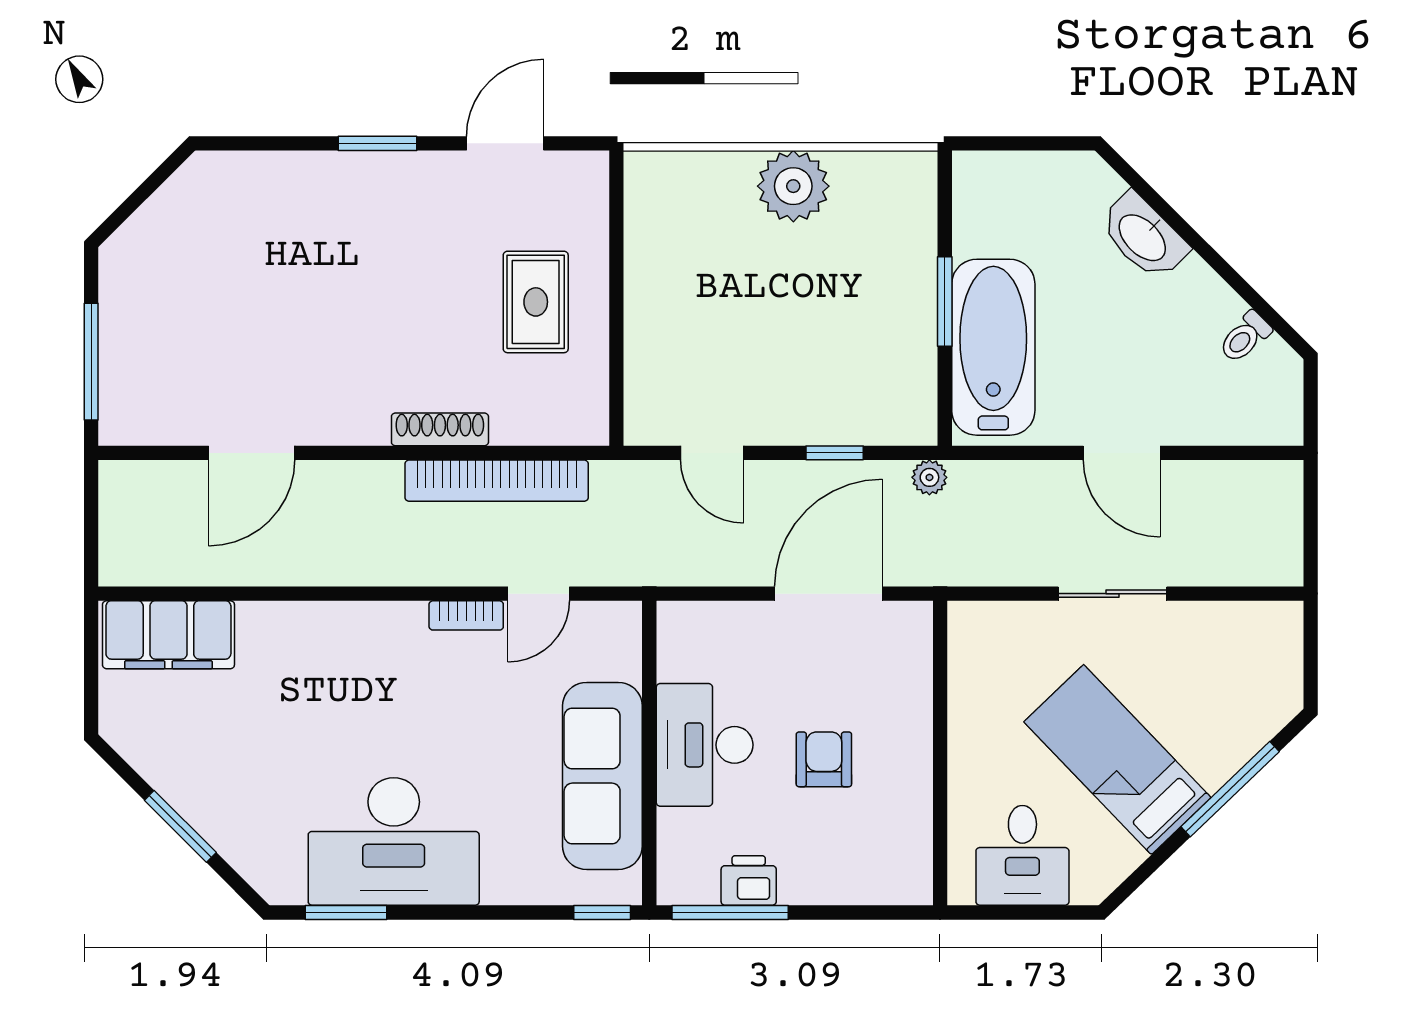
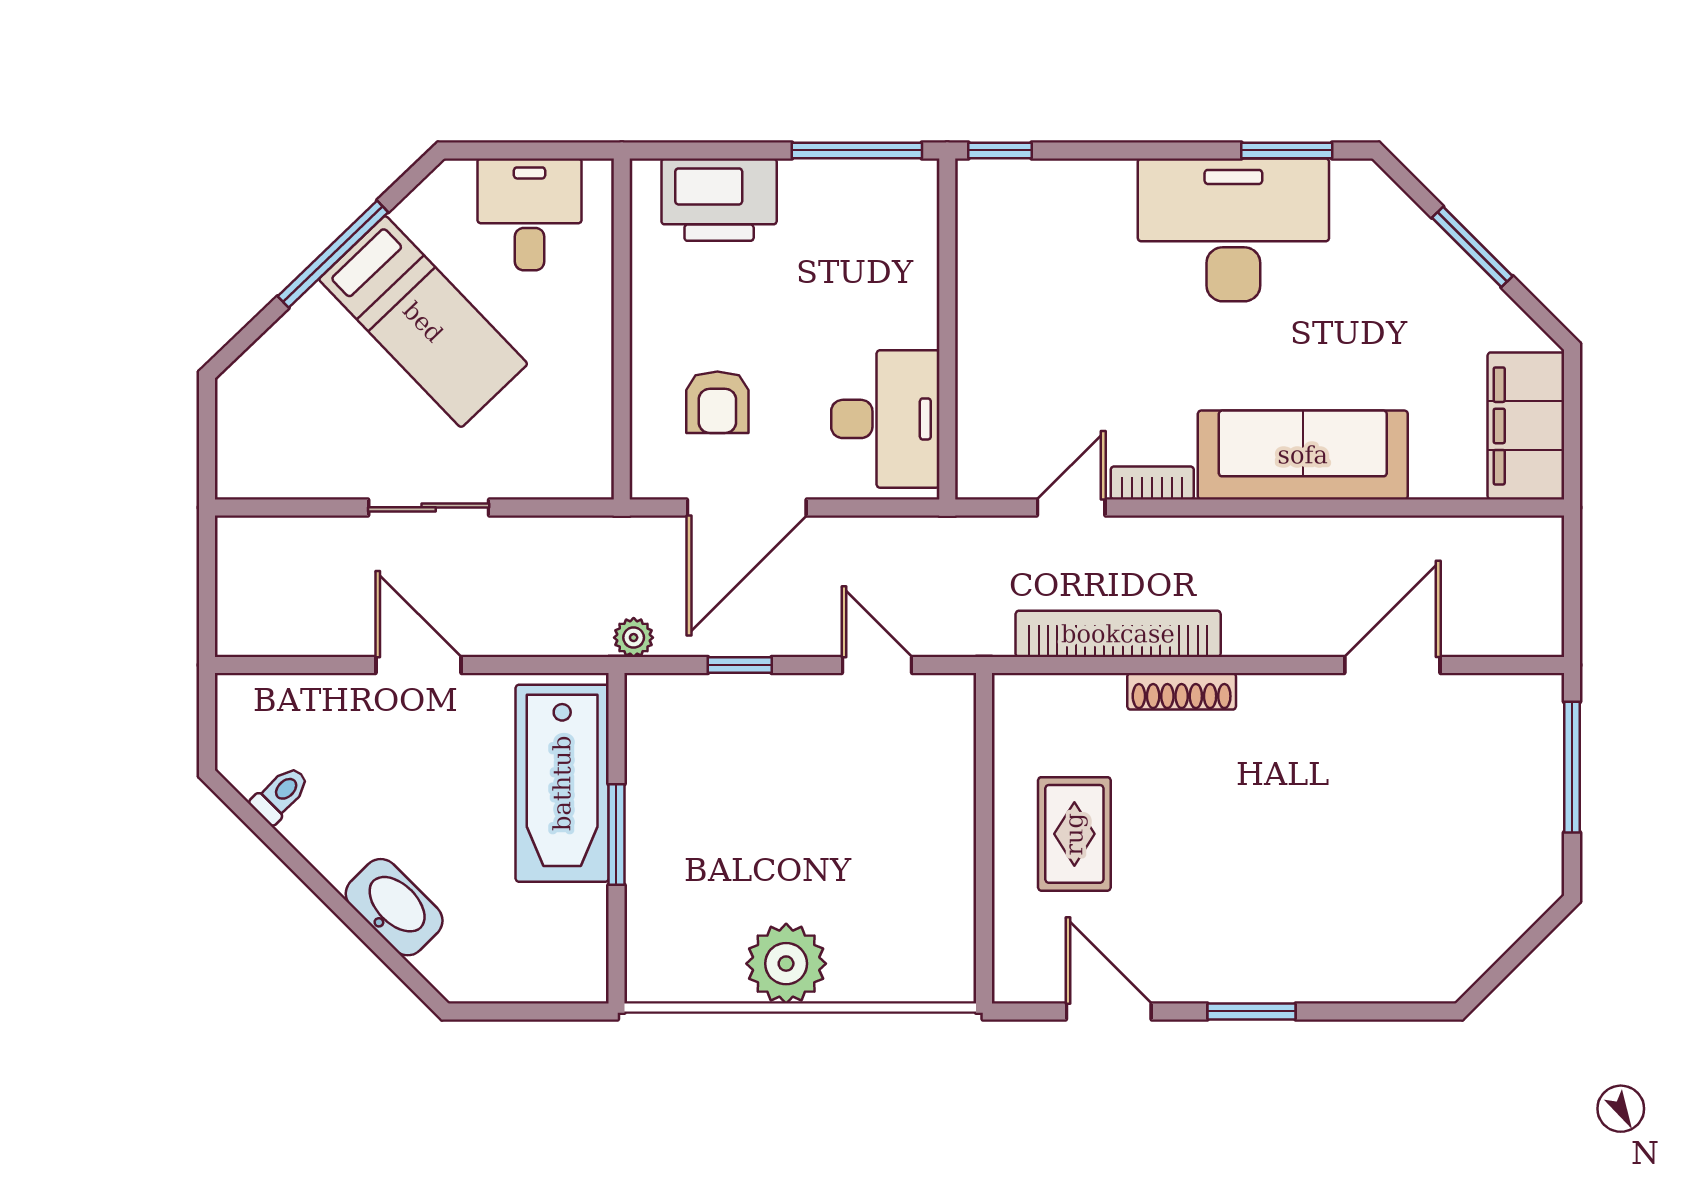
door: (505, 143) -> (1109, 1011), swing flipped
filing cabinet: (168, 635) -> (1526, 426), moved, turned -90
desk: (705, 745) -> (885, 419), moved
armchair: (824, 759) -> (717, 402), moved
sofa: (602, 776) -> (1303, 455), moved, turned -90
window: (1230, 789) -> (333, 254), moved
printer: (749, 880) -> (719, 200), moved, width x1.87, depth x1.48

